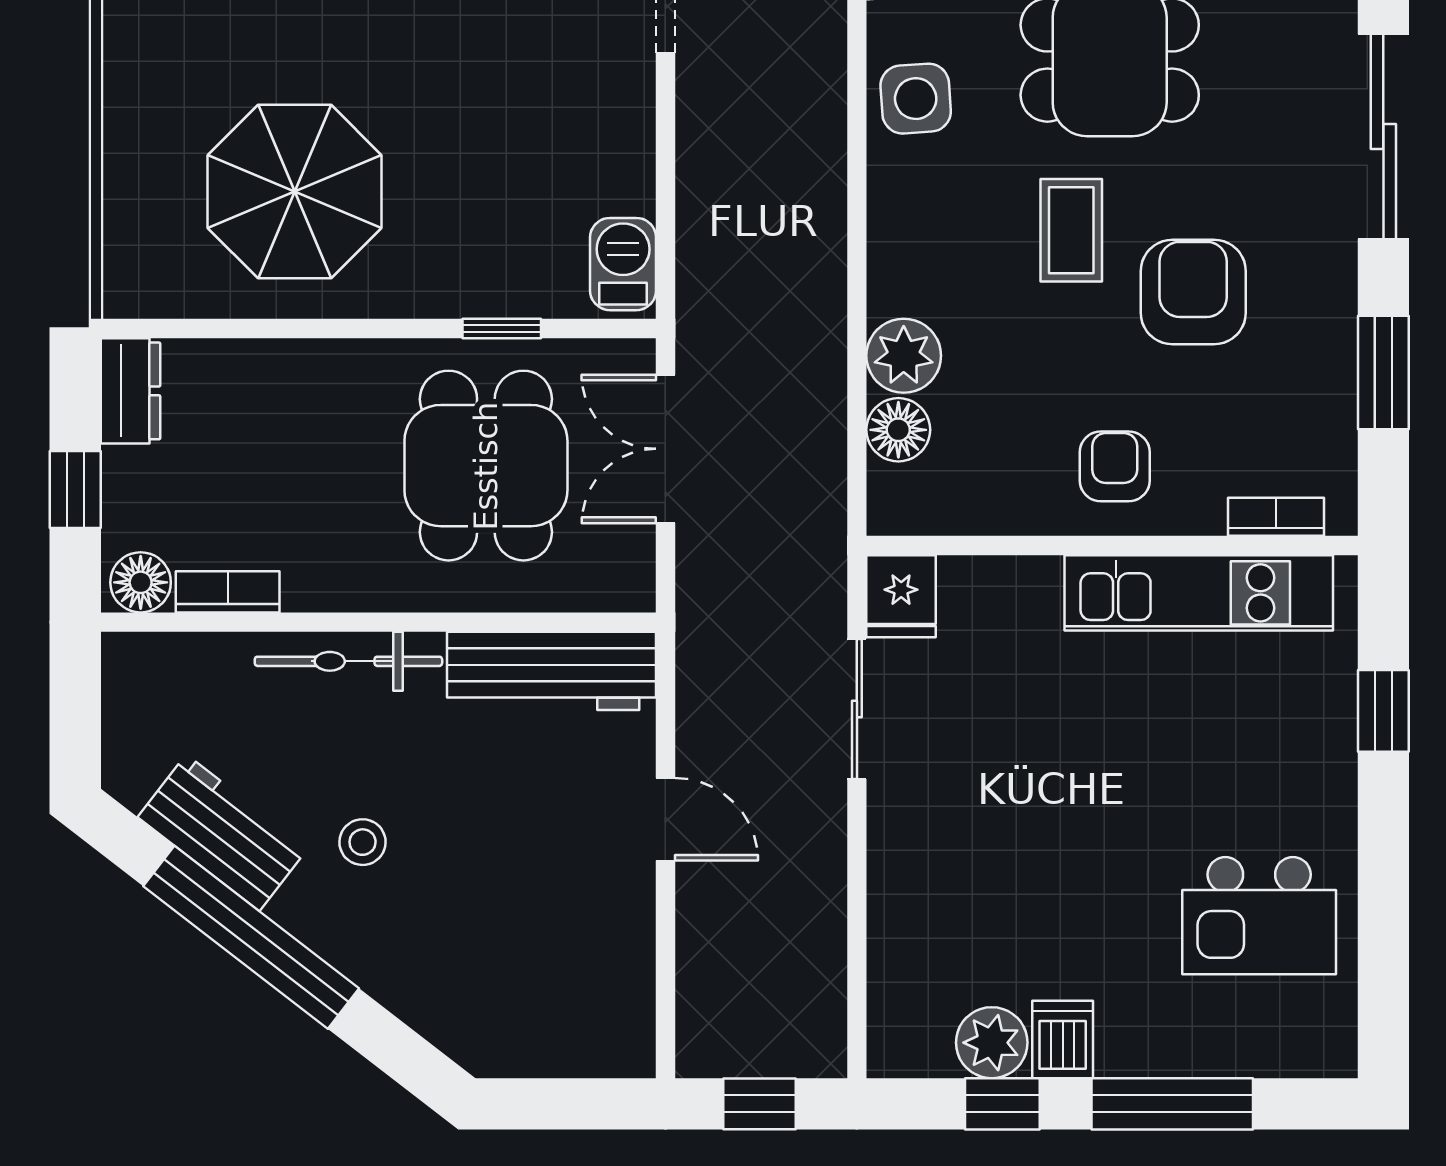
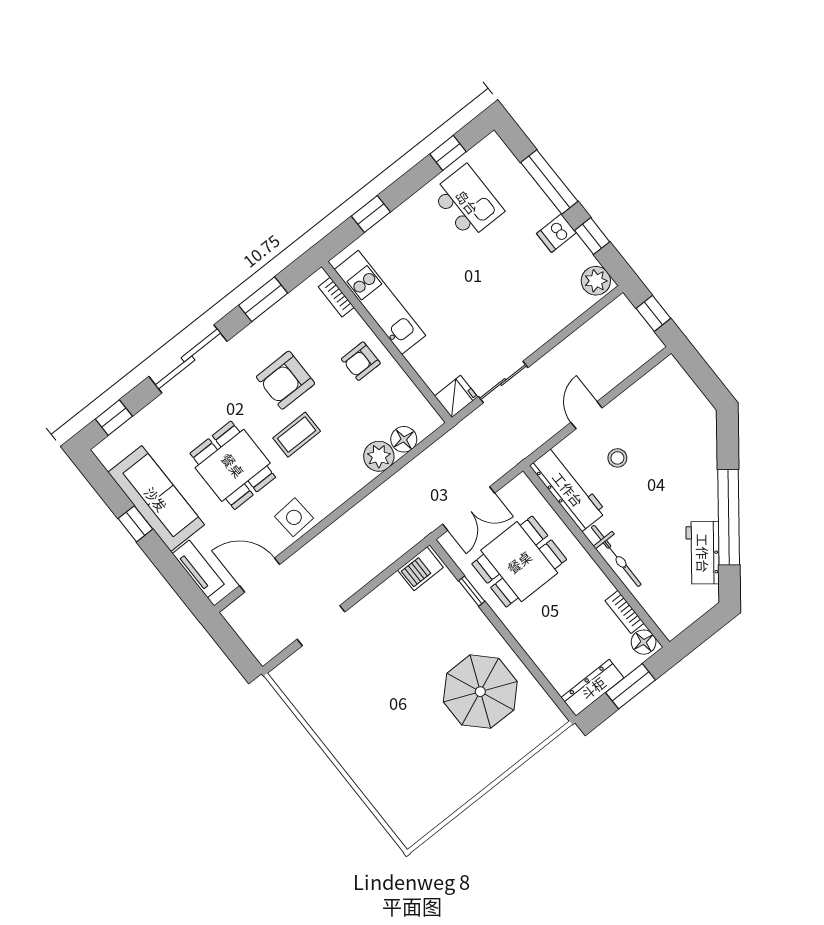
dresser: (130, 391) -> (593, 688), width x1.44
window: (75, 490) -> (631, 686), width x1.50
stool: (363, 842) -> (617, 458), moved
window: (1383, 953) -> (448, 153), added
plant: (992, 1043) -> (596, 281), moved

